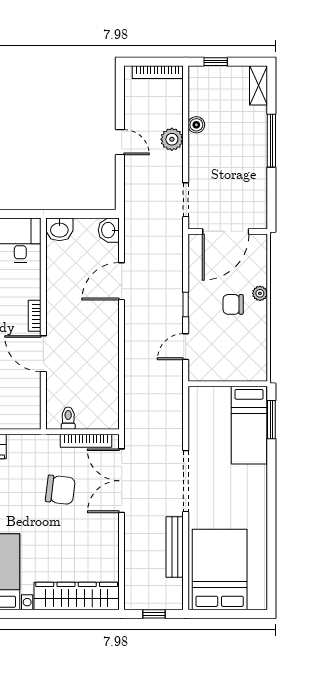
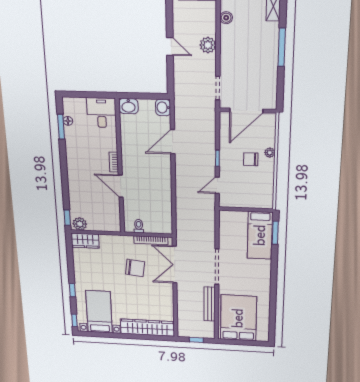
boiler: (196, 125) -> (226, 18), moved

